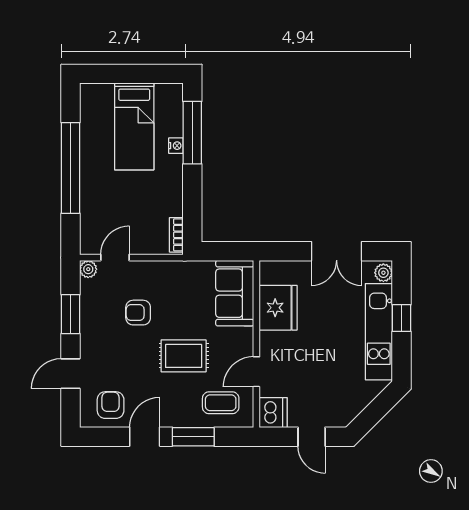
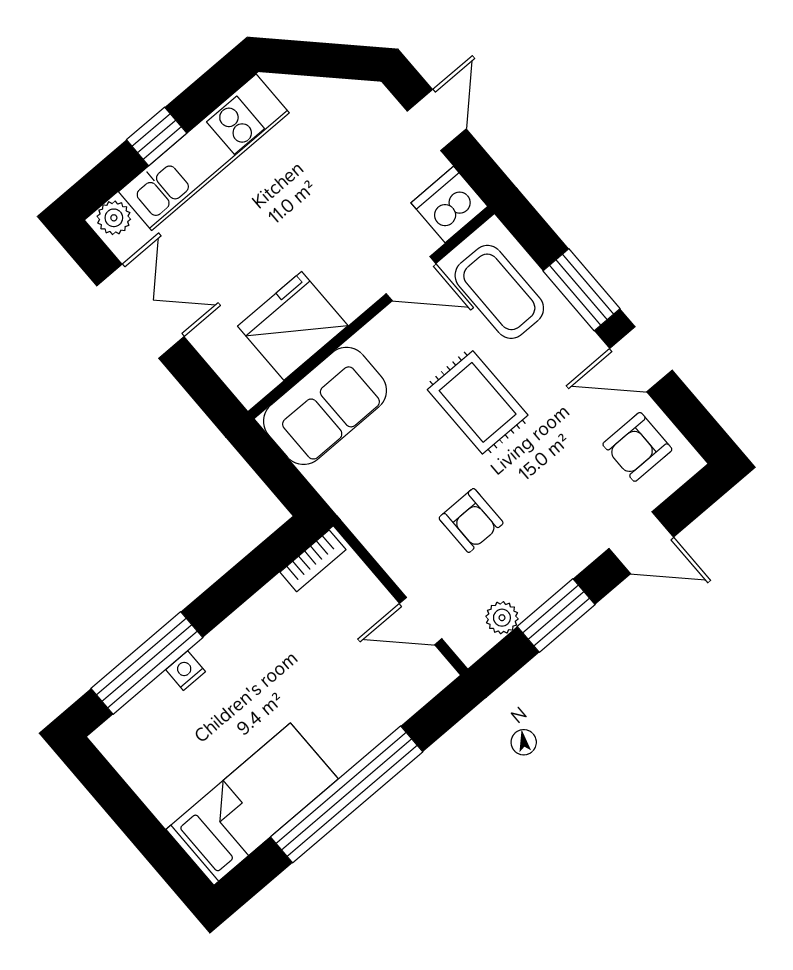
bed: (134, 126) -> (252, 804), moved
plant: (88, 269) -> (502, 618), moved
coffee table: (221, 403) -> (499, 292), width x1.36, depth x1.30

